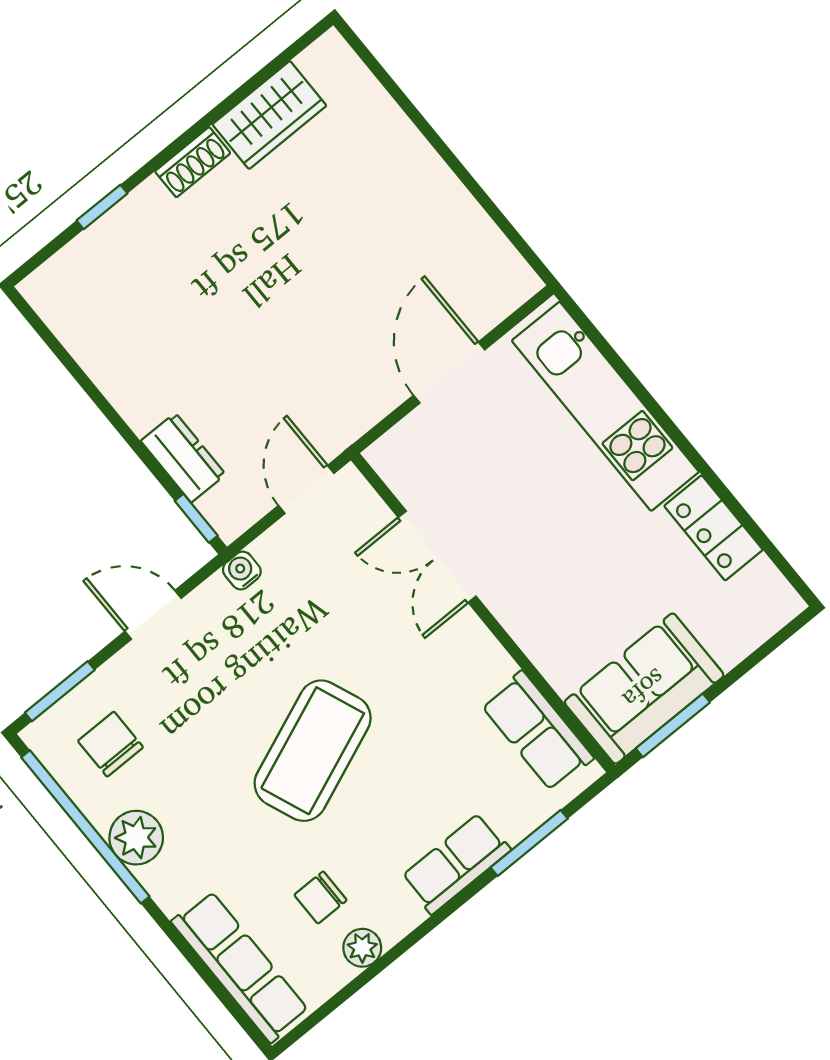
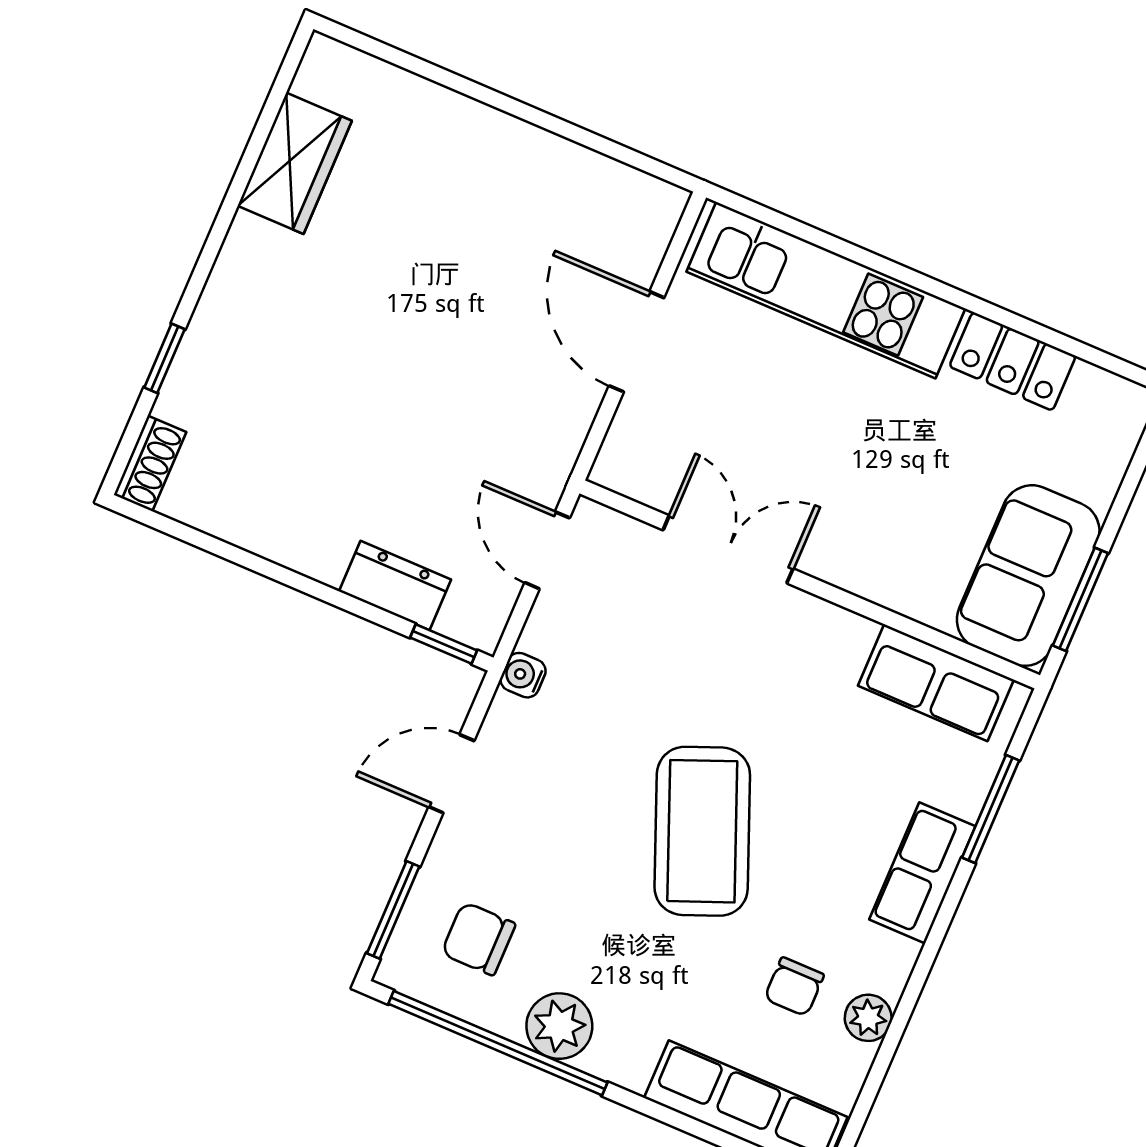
shoe rack: (193, 162) -> (150, 463), moved
double door: (437, 557) -> (728, 549), swing flipped

